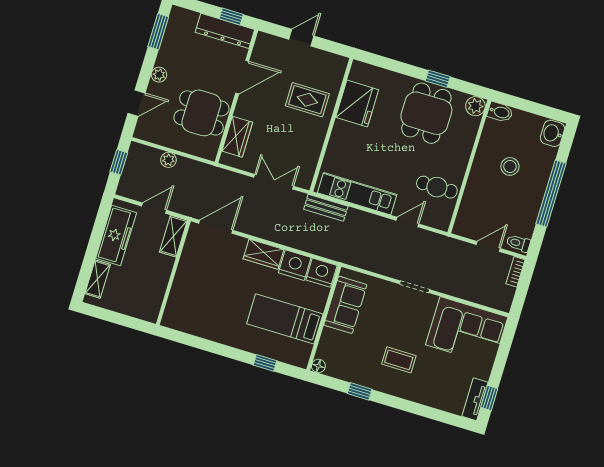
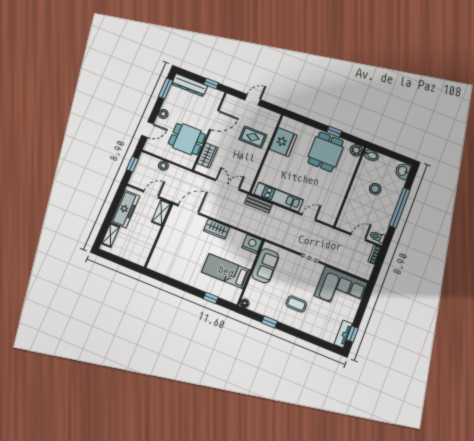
dresser: (225, 31) -> (189, 85), moved
cafe table: (437, 187) -> (329, 197), removed
nightstand: (295, 265) -> (235, 238), removed

